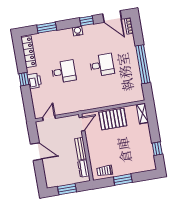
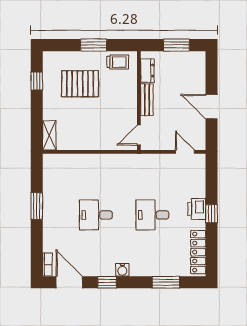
window: (143, 64) -> (37, 206), width x0.47
door: (49, 118) -> (185, 152), swing flipped
pallet: (113, 119) -> (80, 84), moved

